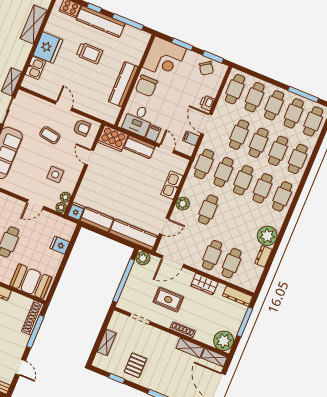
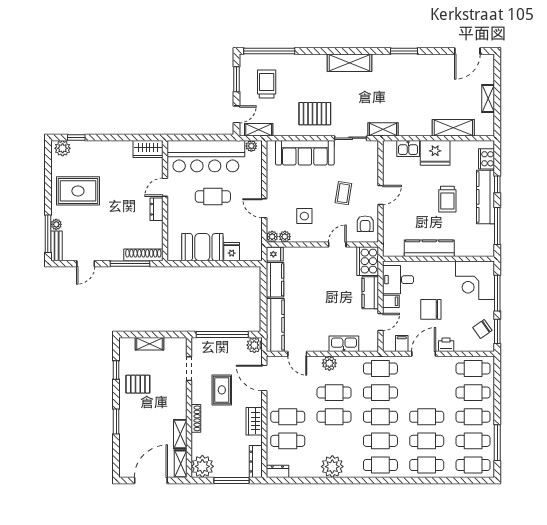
window: (182, 44) -> (497, 293), width x1.44
chair: (146, 86) -> (431, 309), moved
cafe table: (239, 135) -> (334, 417), moved
dresser: (263, 256) -> (277, 471), moved
booth: (31, 281) -> (202, 247), moved, turned 90

